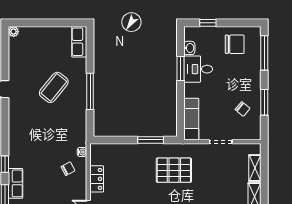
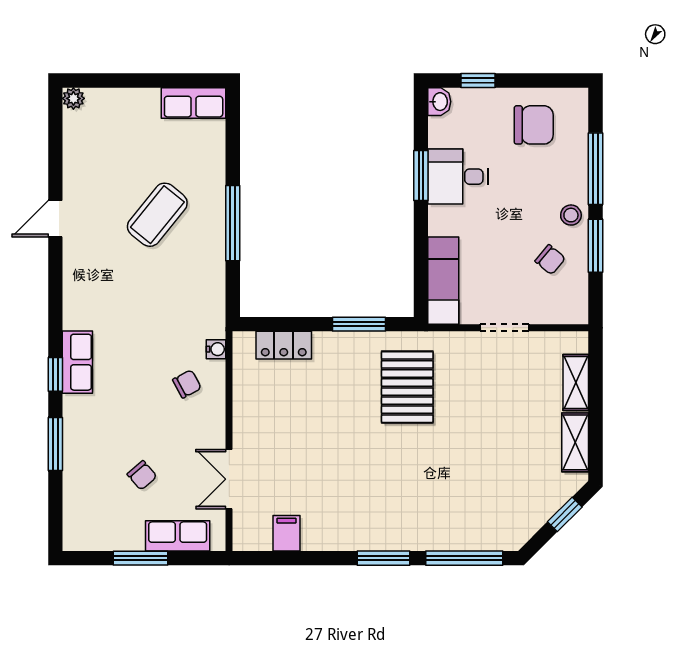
row of seats: (79, 42) -> (194, 103), moved, turned -90
washbasin: (189, 48) -> (439, 102), moved
window: (264, 53) -> (595, 169), moved
stool: (252, 88) -> (571, 215), added
pallet: (174, 170) -> (407, 387), turned 90
locker: (97, 179) -> (284, 345), moved, turned 90
row of seats: (15, 183) -> (77, 362), moved

